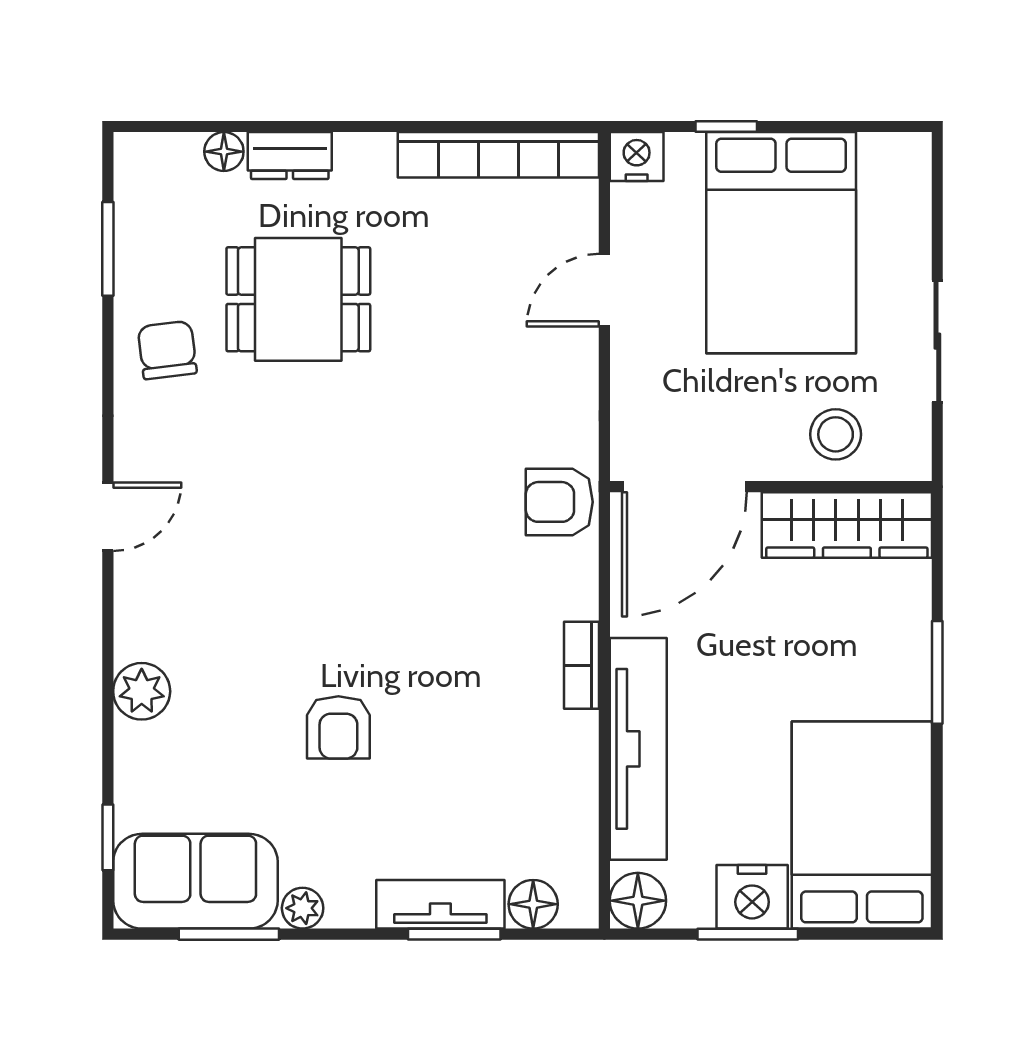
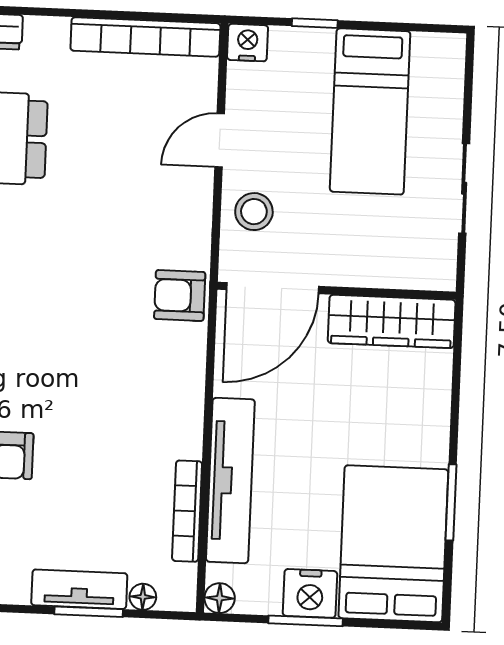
bed: (781, 243) -> (370, 111), width x0.67
stool: (836, 434) -> (254, 212), moved
bookcase: (581, 665) -> (187, 511), moved, width x1.56
window: (937, 672) -> (451, 502), moved
floor lamp: (638, 901) -> (220, 598), width x0.73, depth x0.73
floor lamp: (533, 904) -> (143, 597), width x0.73, depth x0.73

